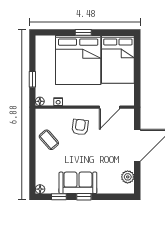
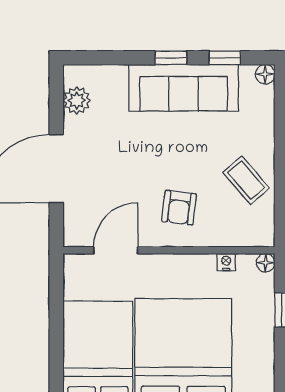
sofa: (78, 183) -> (184, 88), width x1.36

